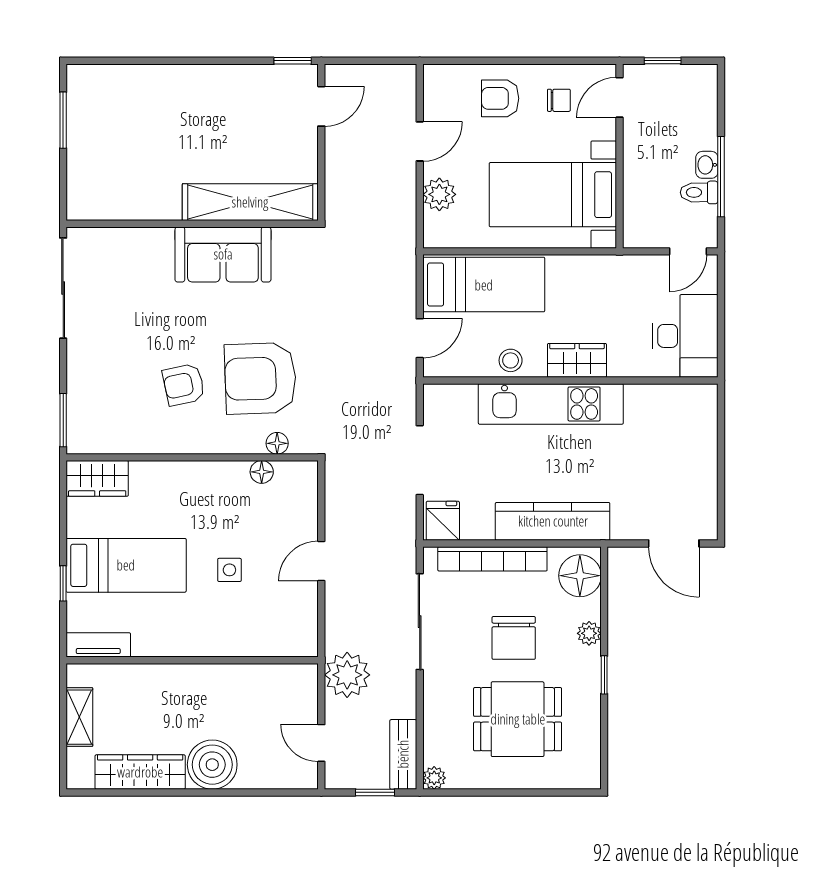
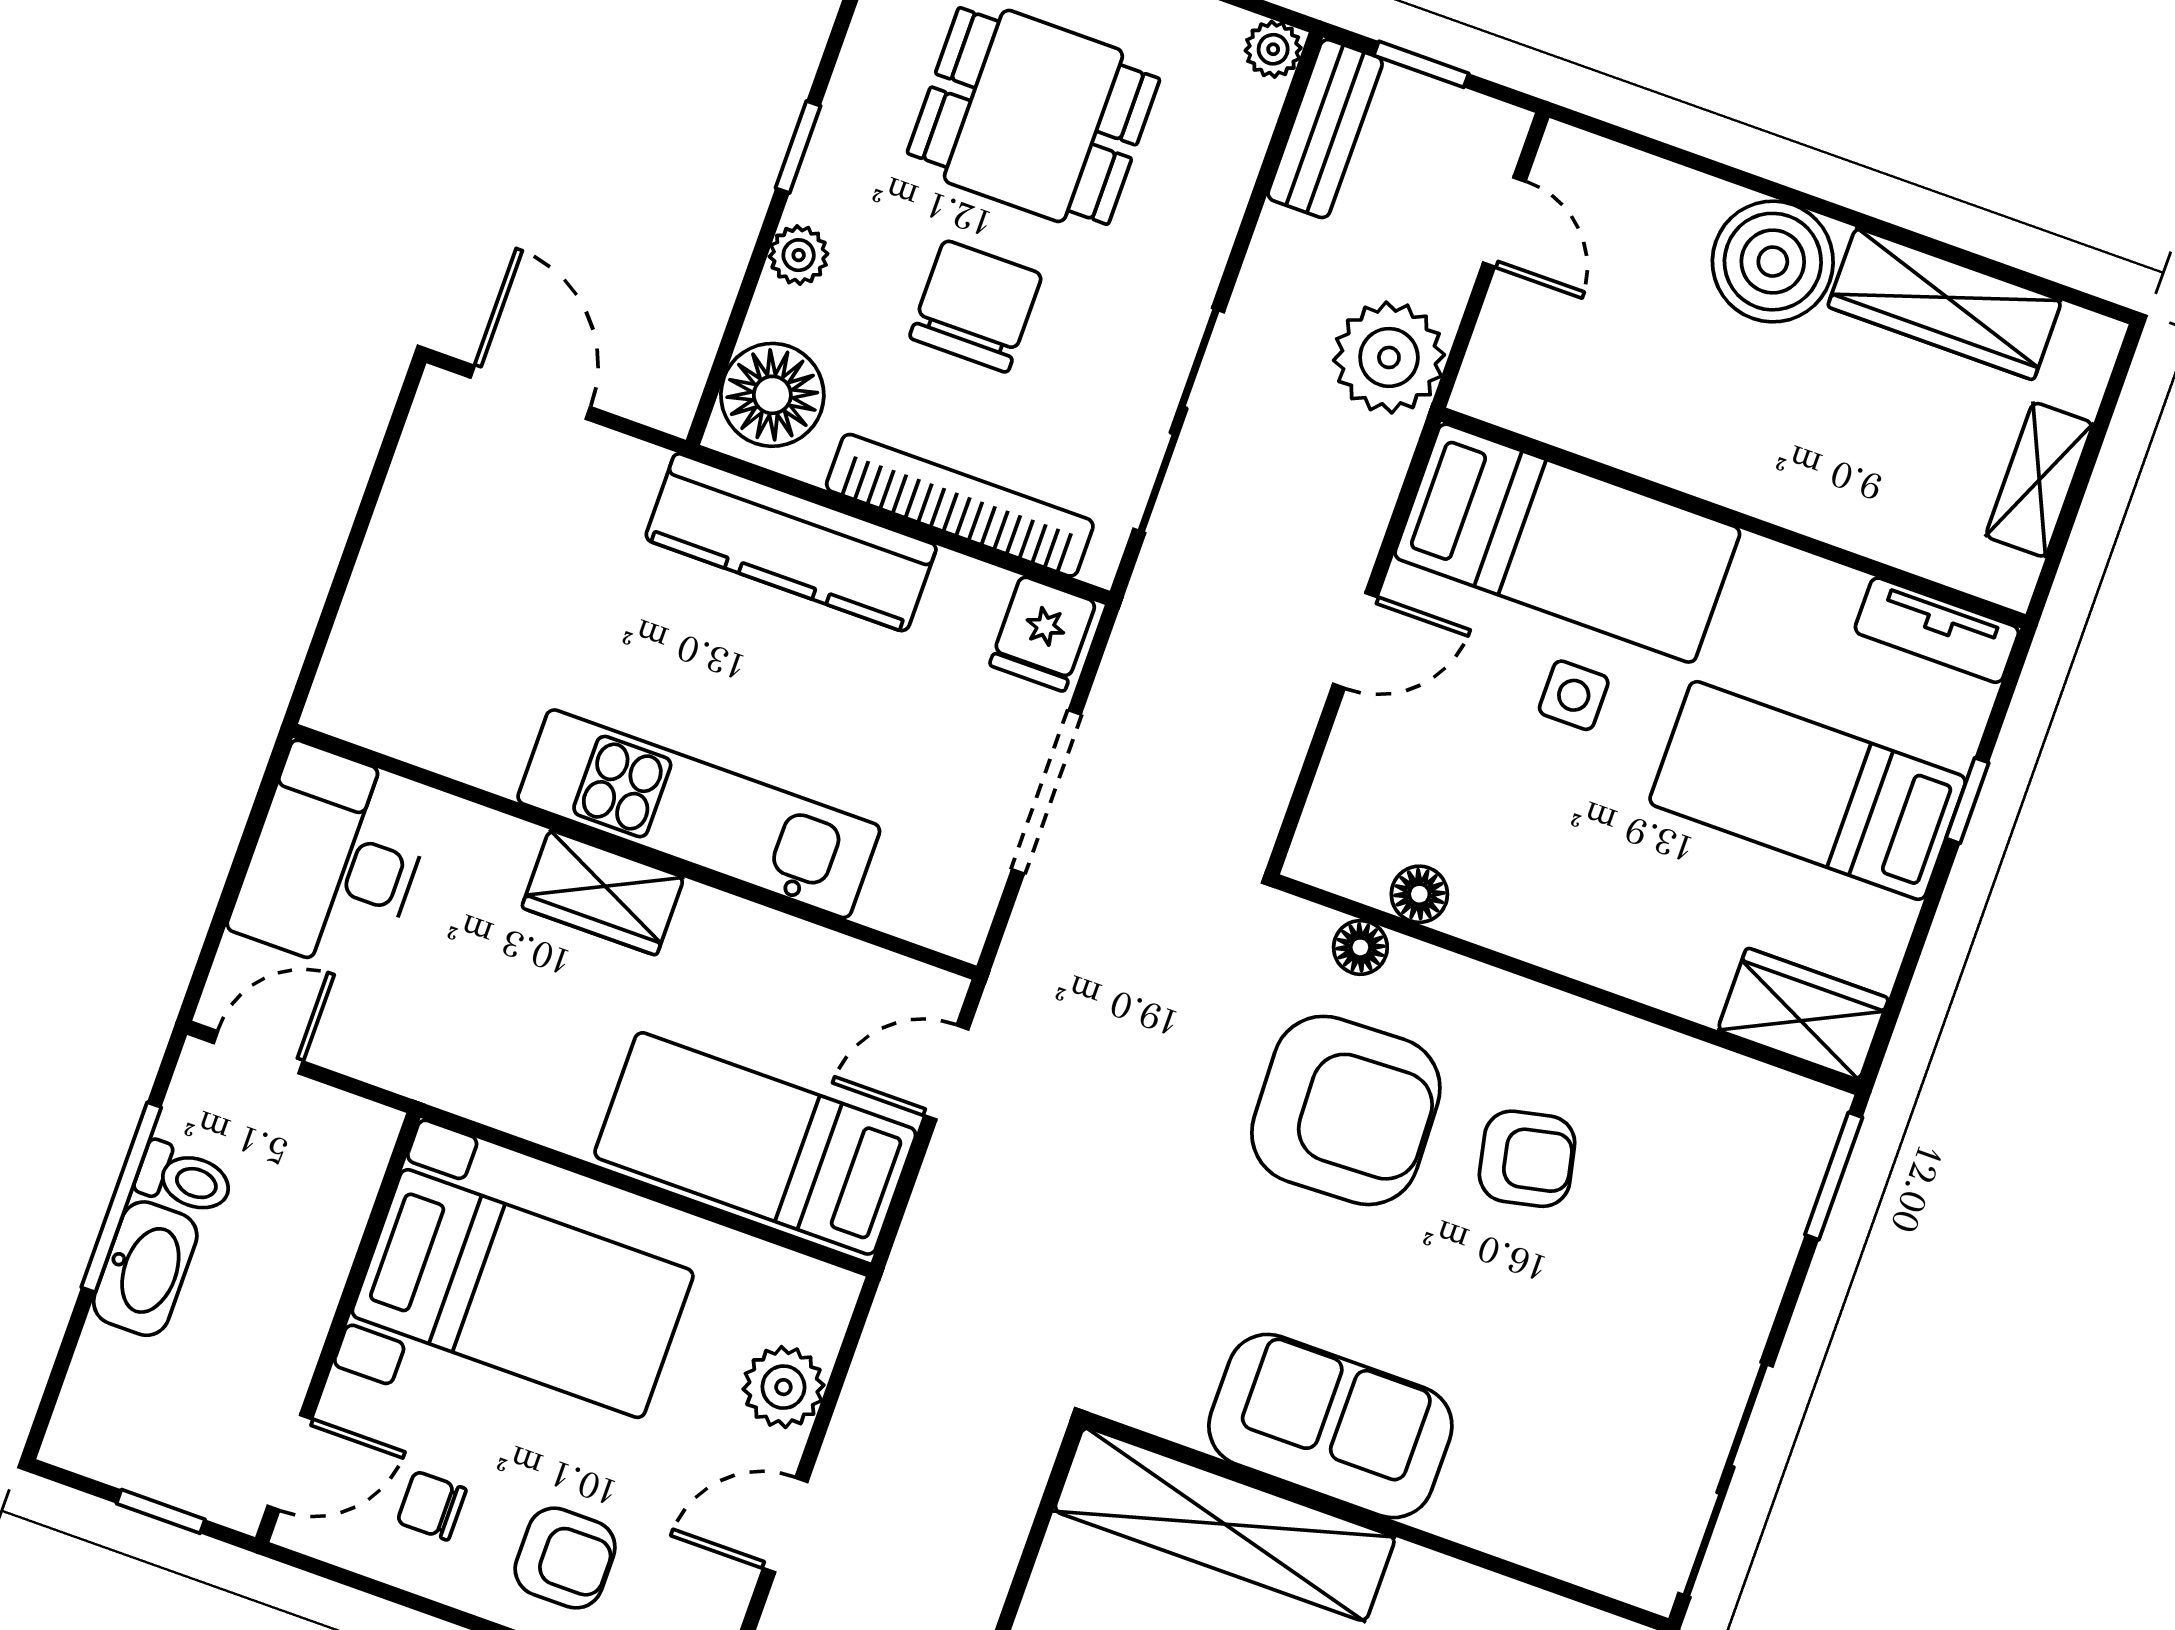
washbasin: (707, 165) -> (145, 1269), width x1.91, depth x1.45
stool: (511, 360) -> (756, 947), removed
bed: (253, 628) -> (1567, 543), added

